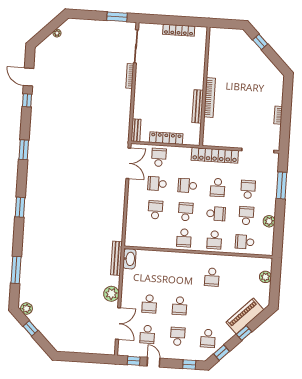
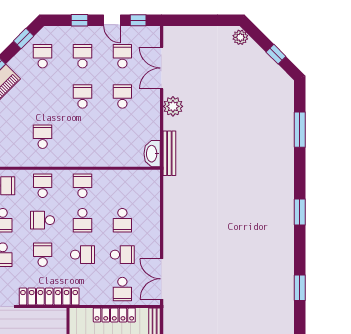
plant: (26, 309) -> (240, 37), moved
school desk: (178, 336) -> (82, 56), turned 180
window: (189, 364) -> (79, 20), moved

